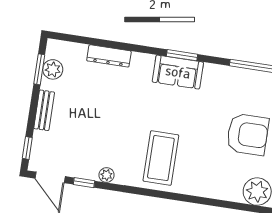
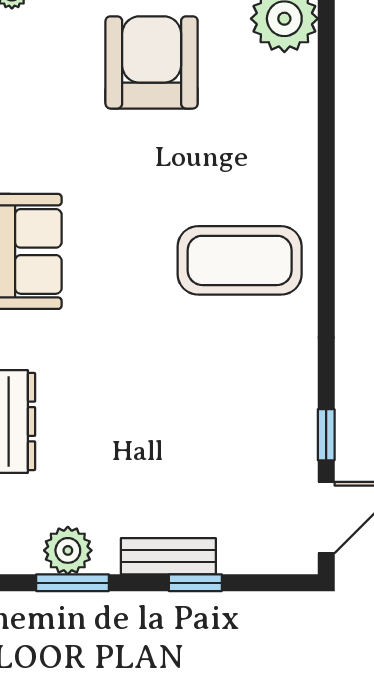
window: (27, 148) -> (195, 583), moved
plant: (107, 175) -> (300, 384), removed

